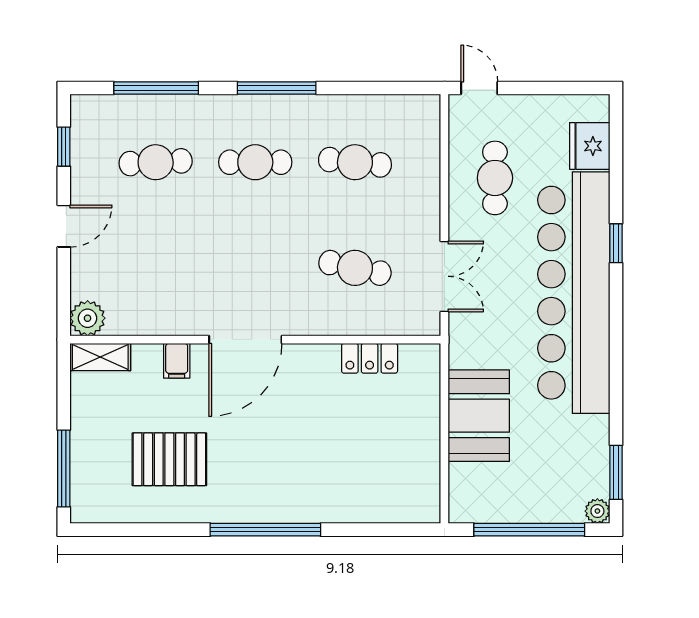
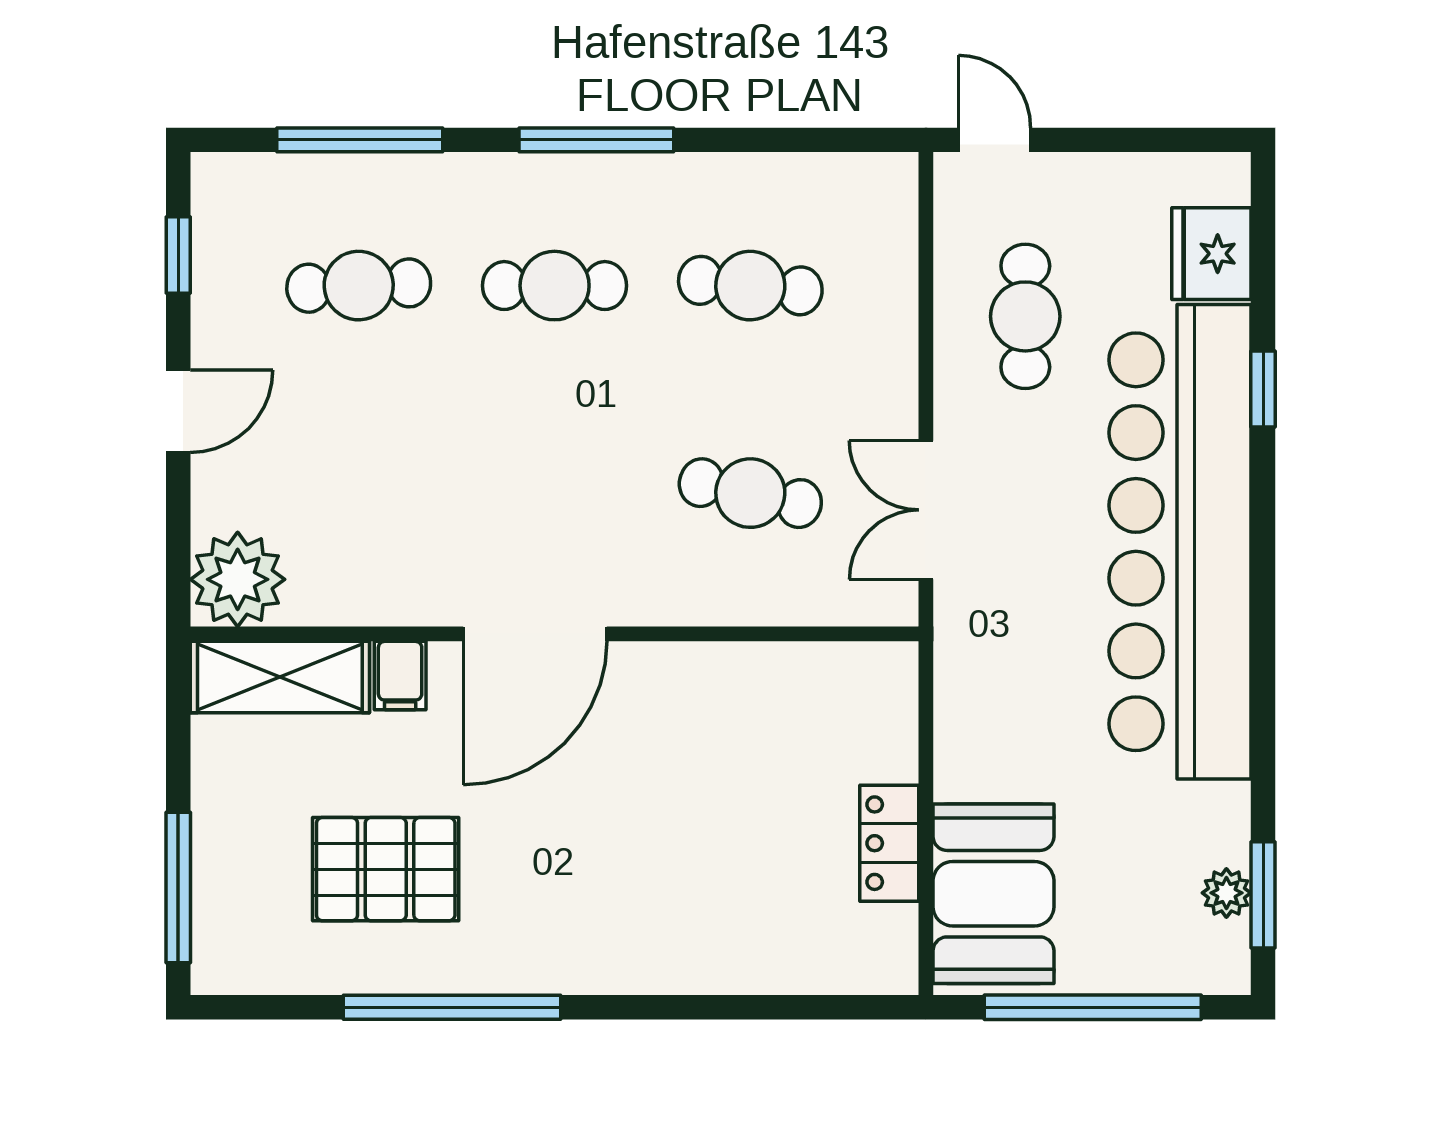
window: (616, 243) -> (1263, 389), moved
double door: (444, 276) -> (926, 510), swing flipped
plant: (88, 318) -> (238, 579), width x1.36, depth x1.36
shelving: (100, 357) -> (280, 677), width x1.50, depth x1.33
locker: (370, 358) -> (889, 843), moved, turned 90
booth: (479, 416) -> (993, 894), moved
plant: (597, 511) -> (1226, 893), moved
window: (265, 530) -> (452, 1007), moved

